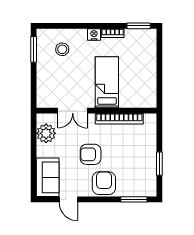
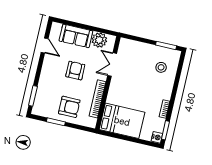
nightstand: (94, 35) -> (157, 137), moved
bed: (107, 82) -> (122, 121), moved, width x1.50
sofa: (48, 177) -> (76, 36), moved
armchair: (104, 183) -> (69, 107), moved
door: (68, 199) -> (45, 45), swing flipped

